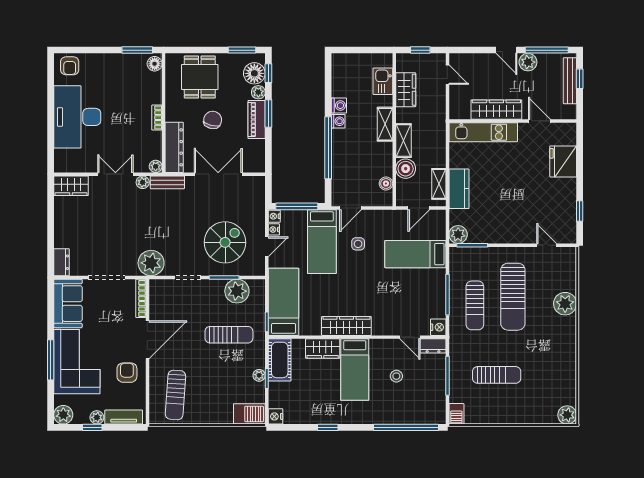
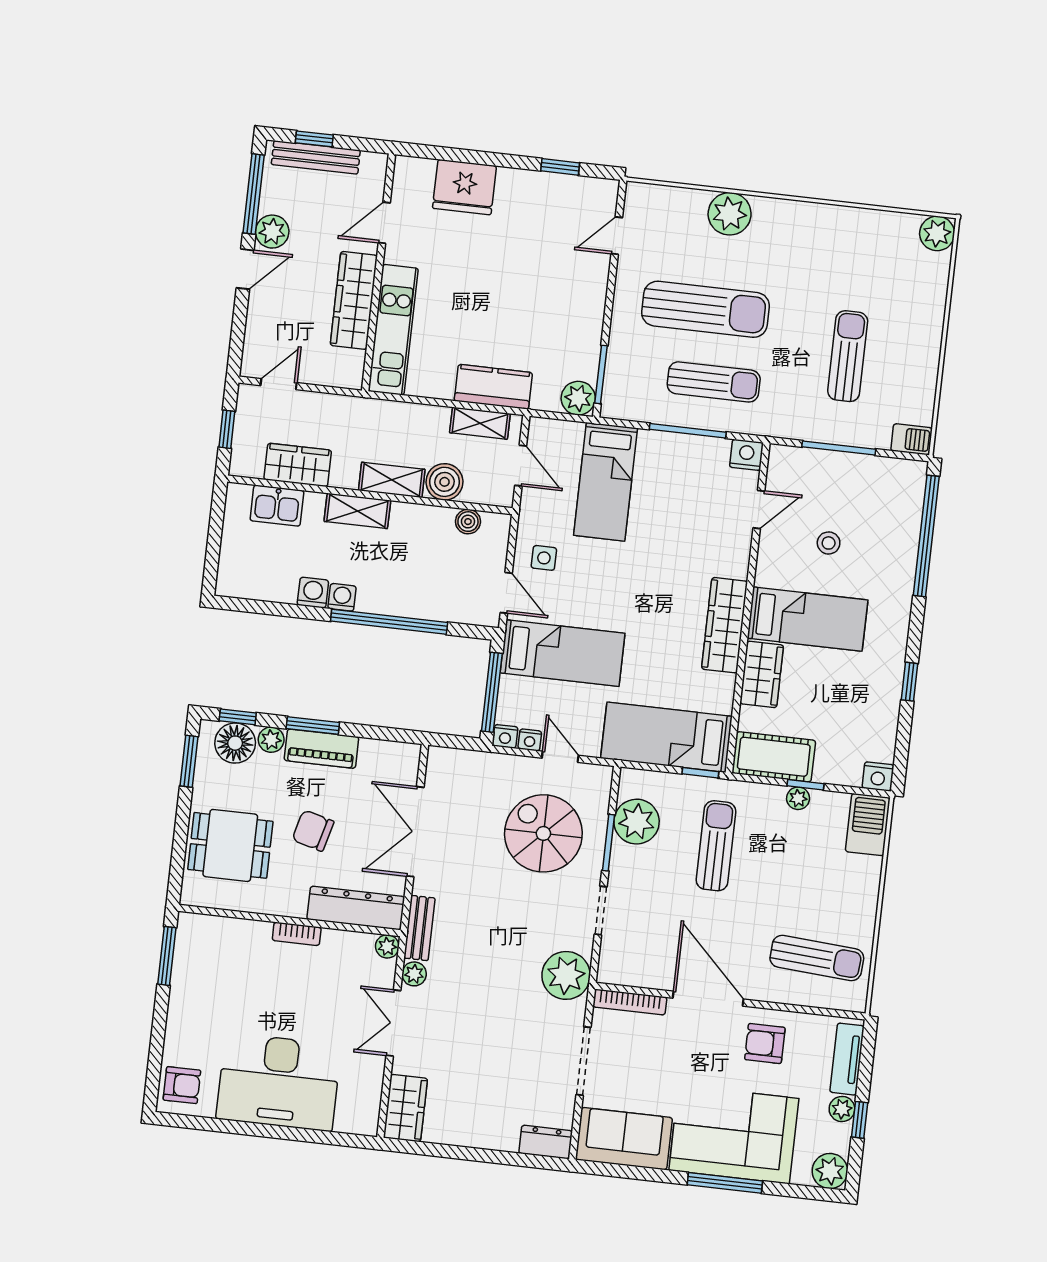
floor lamp: (155, 64) -> (196, 927), removed
side table: (358, 244) -> (544, 558), moved
dresser: (433, 346) -> (780, 468), removed

